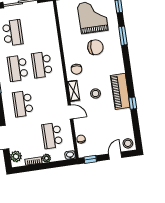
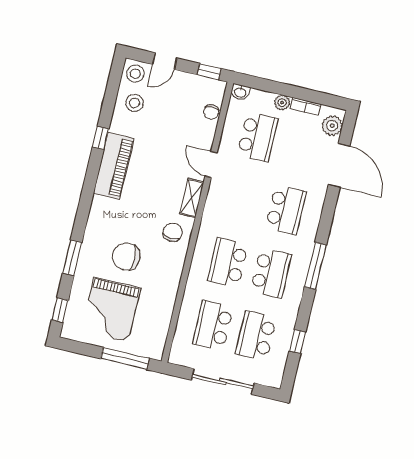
school desk: (37, 29) -> (213, 326), added
school desk: (42, 65) -> (228, 263), turned 180
stool: (96, 94) -> (135, 103), moved

